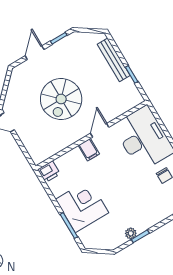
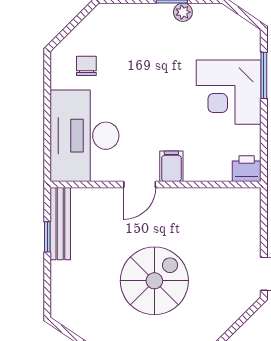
bench: (114, 60) -> (60, 224), moved
spiral stairs: (61, 99) -> (154, 281), moved

